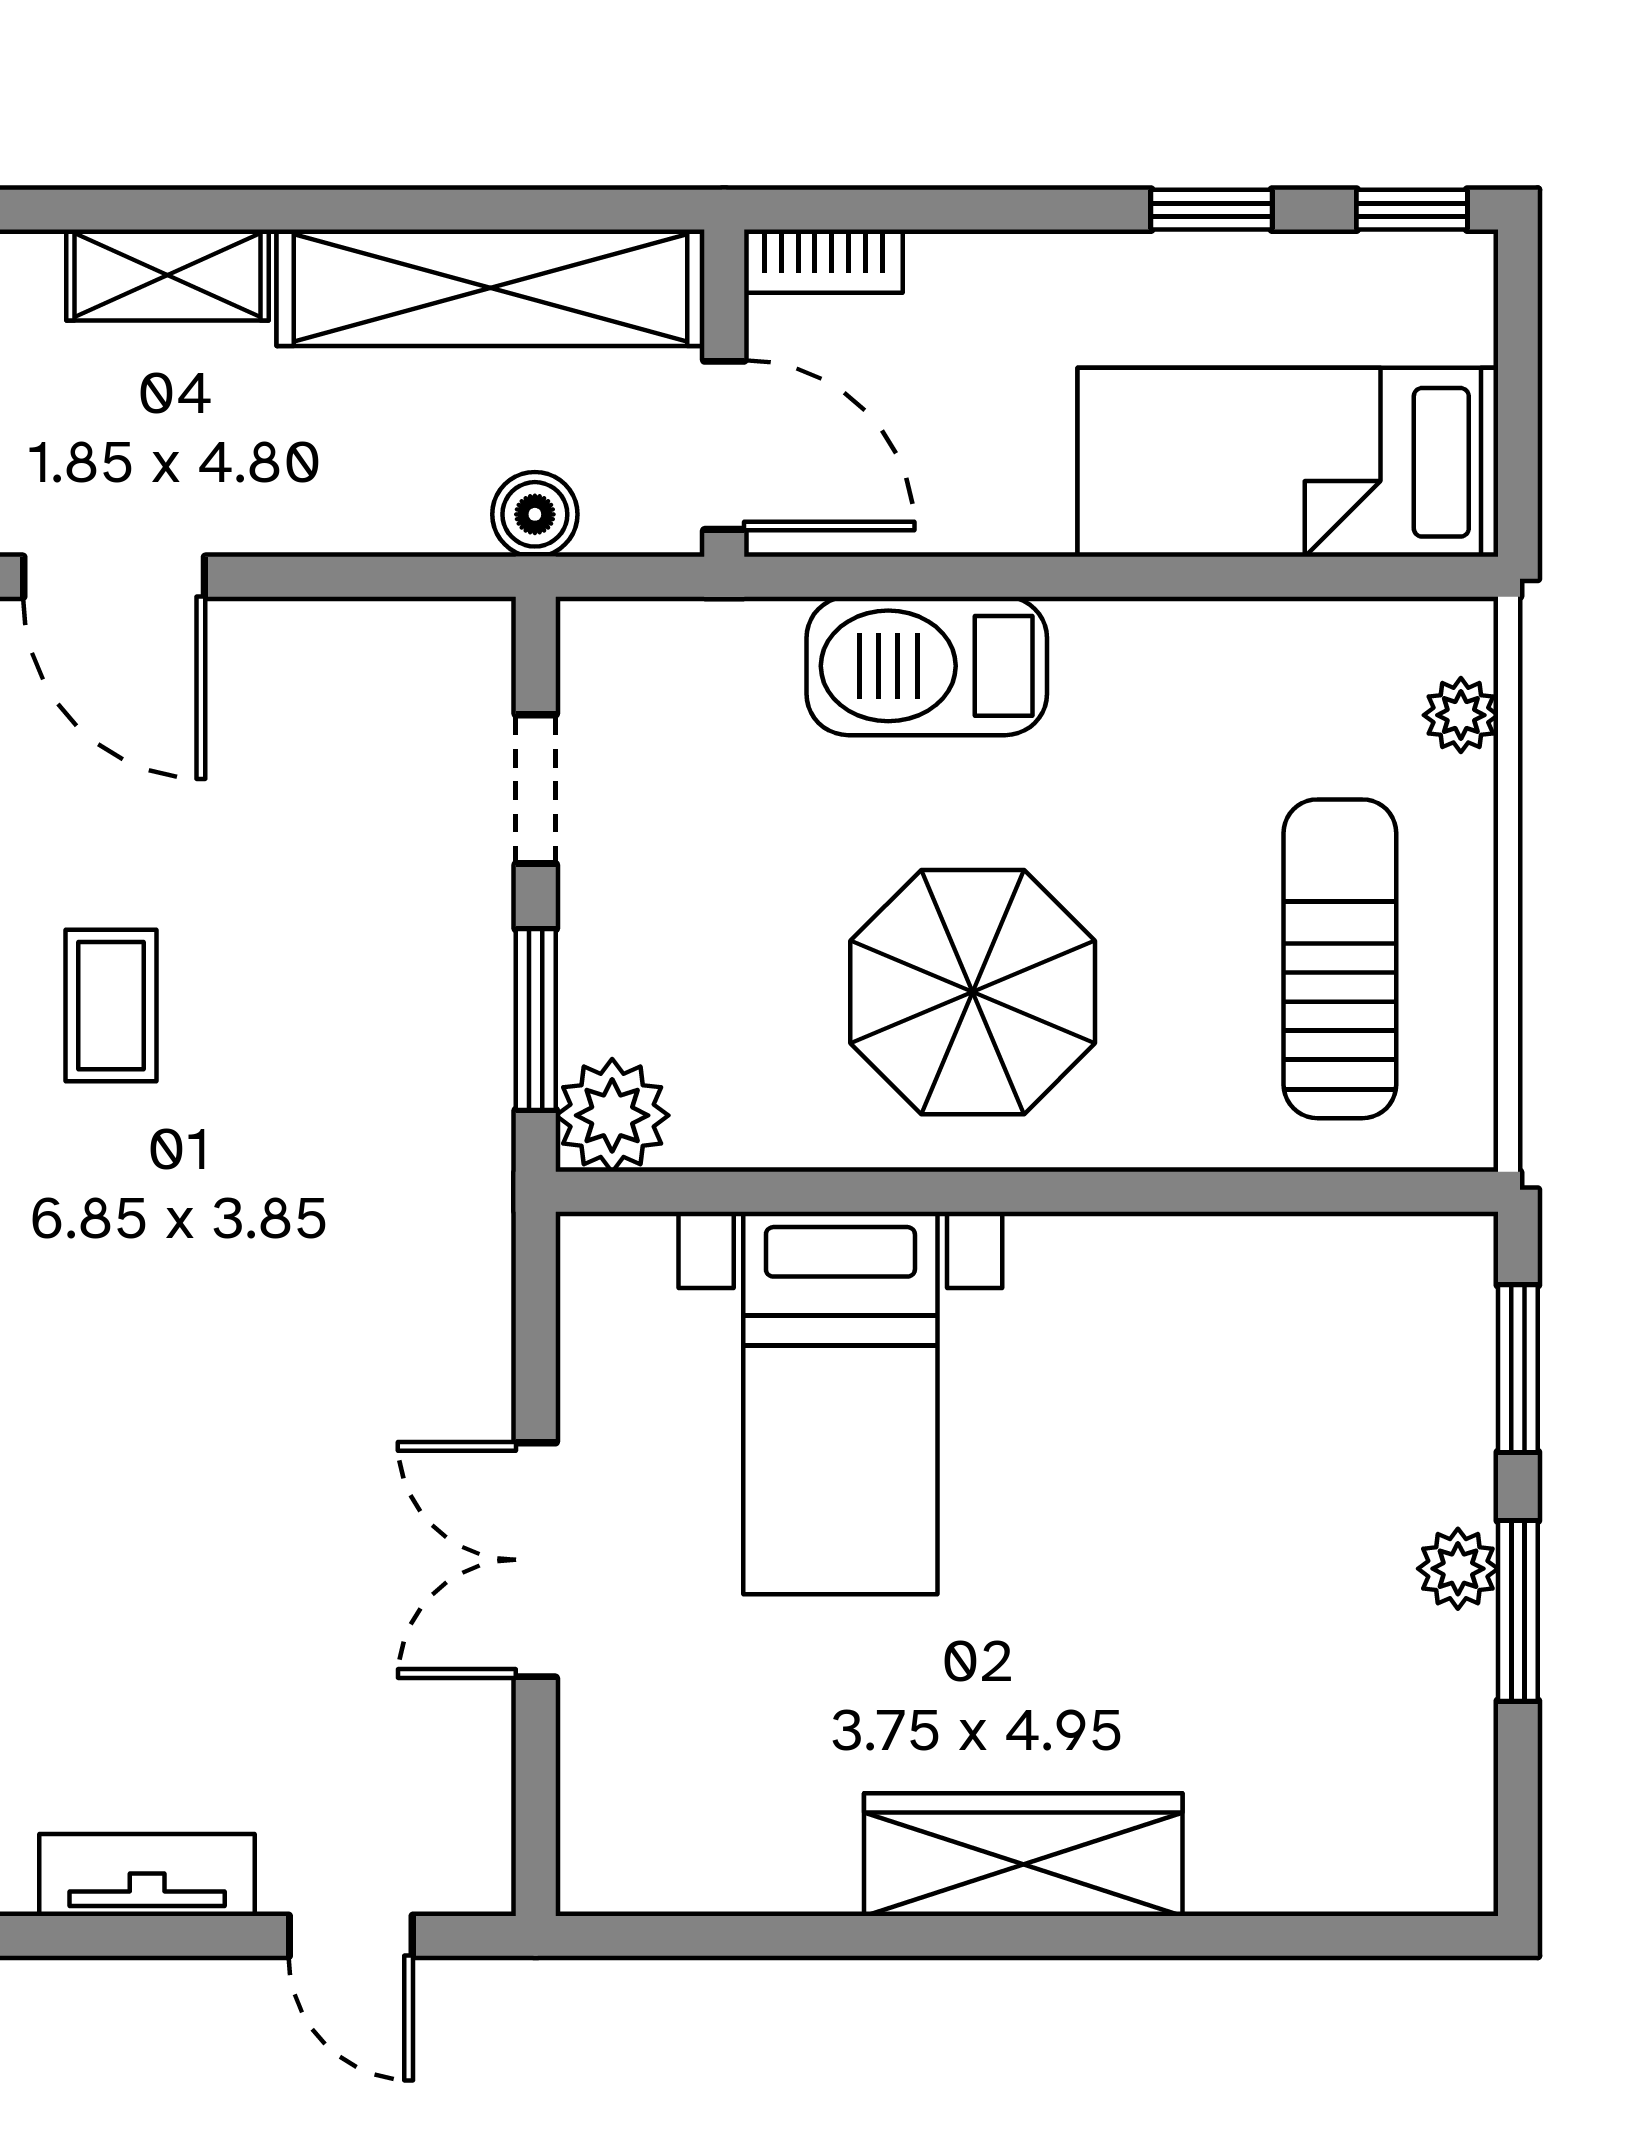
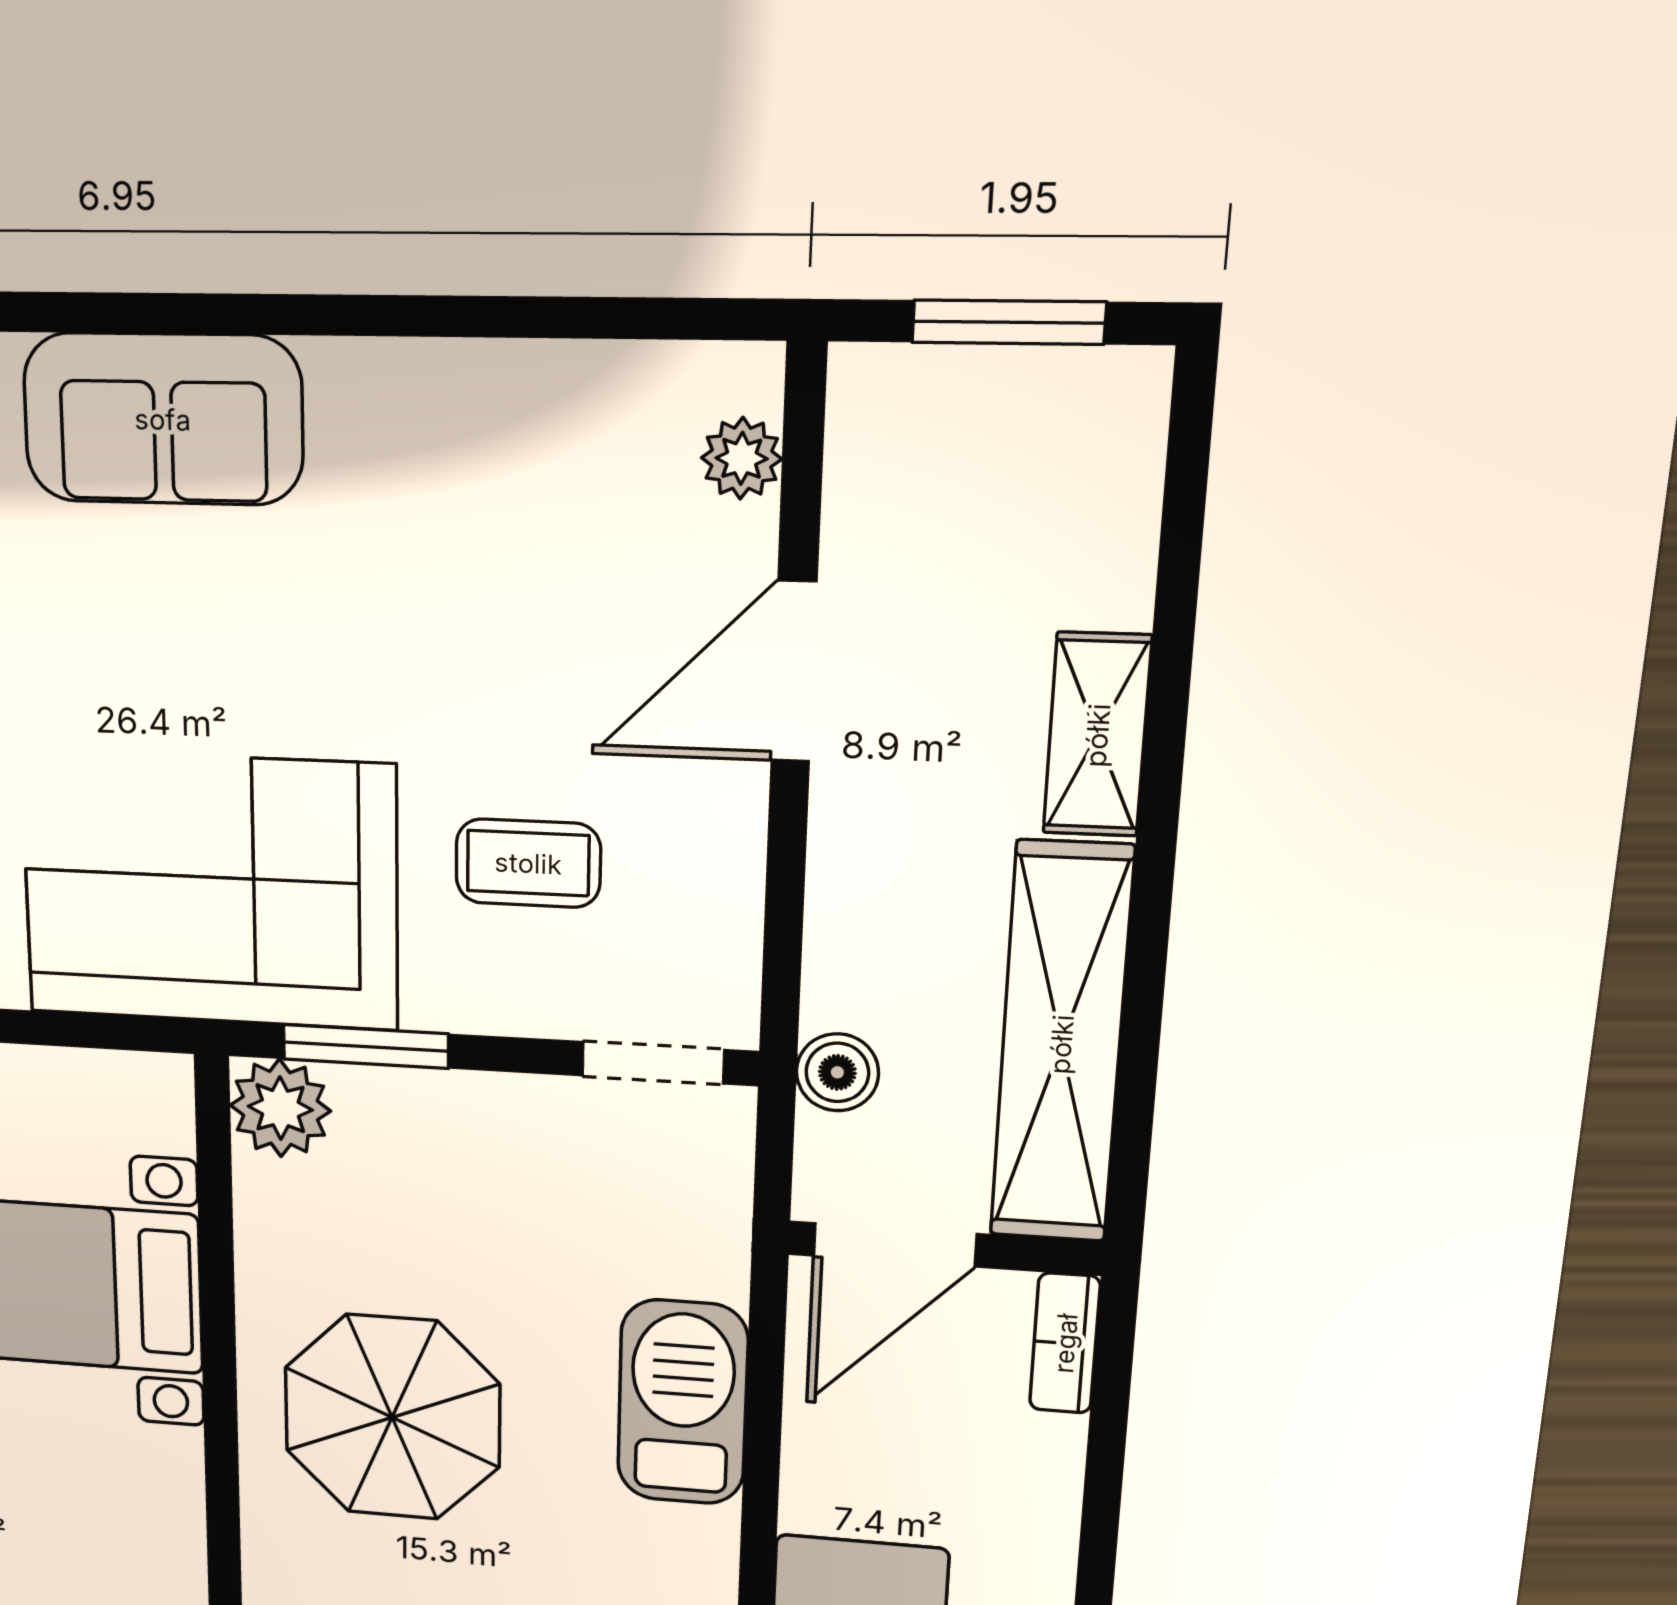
doorway: (536, 789) -> (653, 1063), moved
coffee table: (111, 1006) -> (528, 863), moved
corner sofa: (370, 1189) -> (210, 890), added

